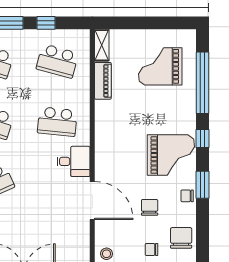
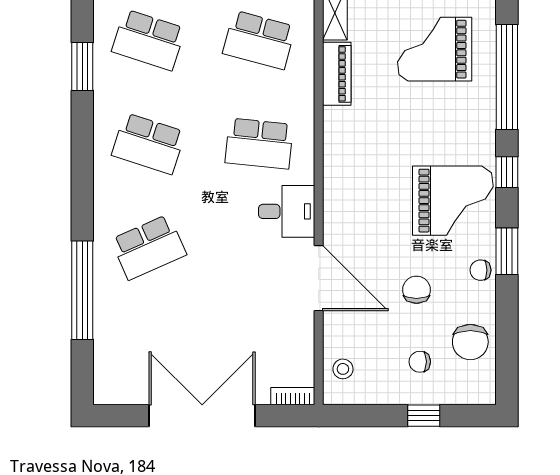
chair: (181, 238) -> (470, 342), turned 180

